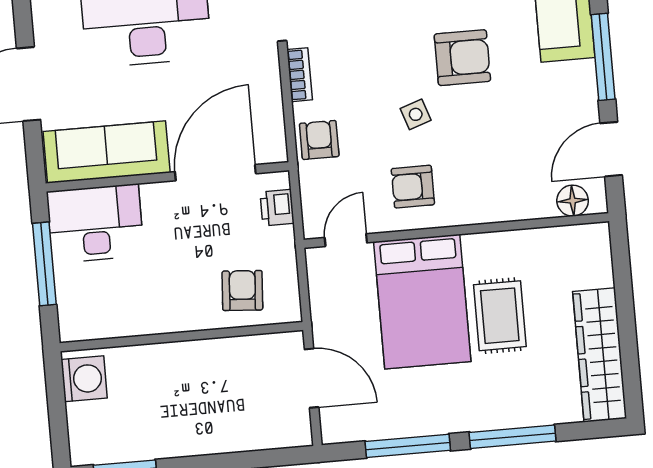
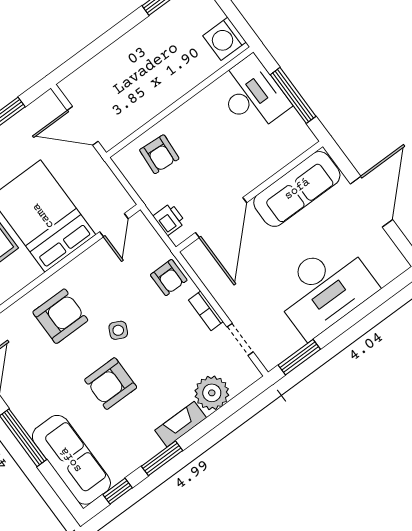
side table: (416, 114) -> (118, 330), turned 45
armchair: (413, 187) -> (60, 316), moved, width x1.38, depth x1.38
desk: (95, 223) -> (252, 94), moved, turned -90

